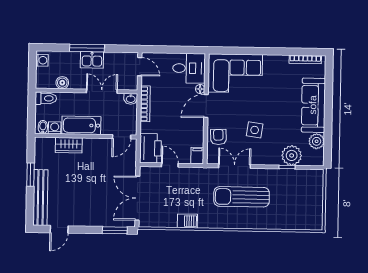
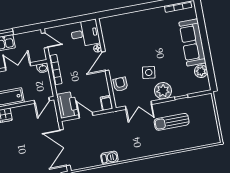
corner sofa: (235, 73) -> (123, 30), removed
plant: (292, 155) -> (163, 91), moved
double door: (235, 166) -> (138, 105), swing flipped
sun lounger: (242, 197) -> (172, 122), moved, width x0.73, depth x0.75

